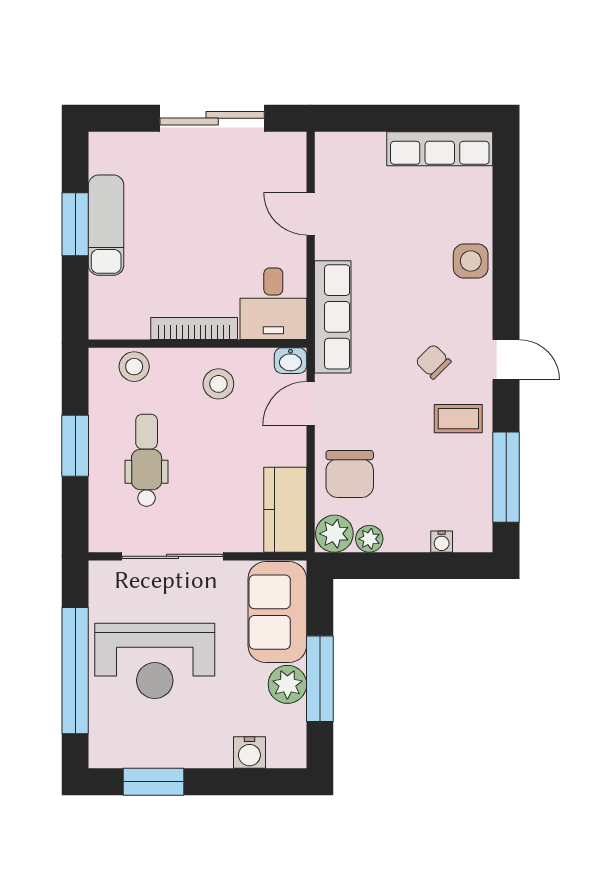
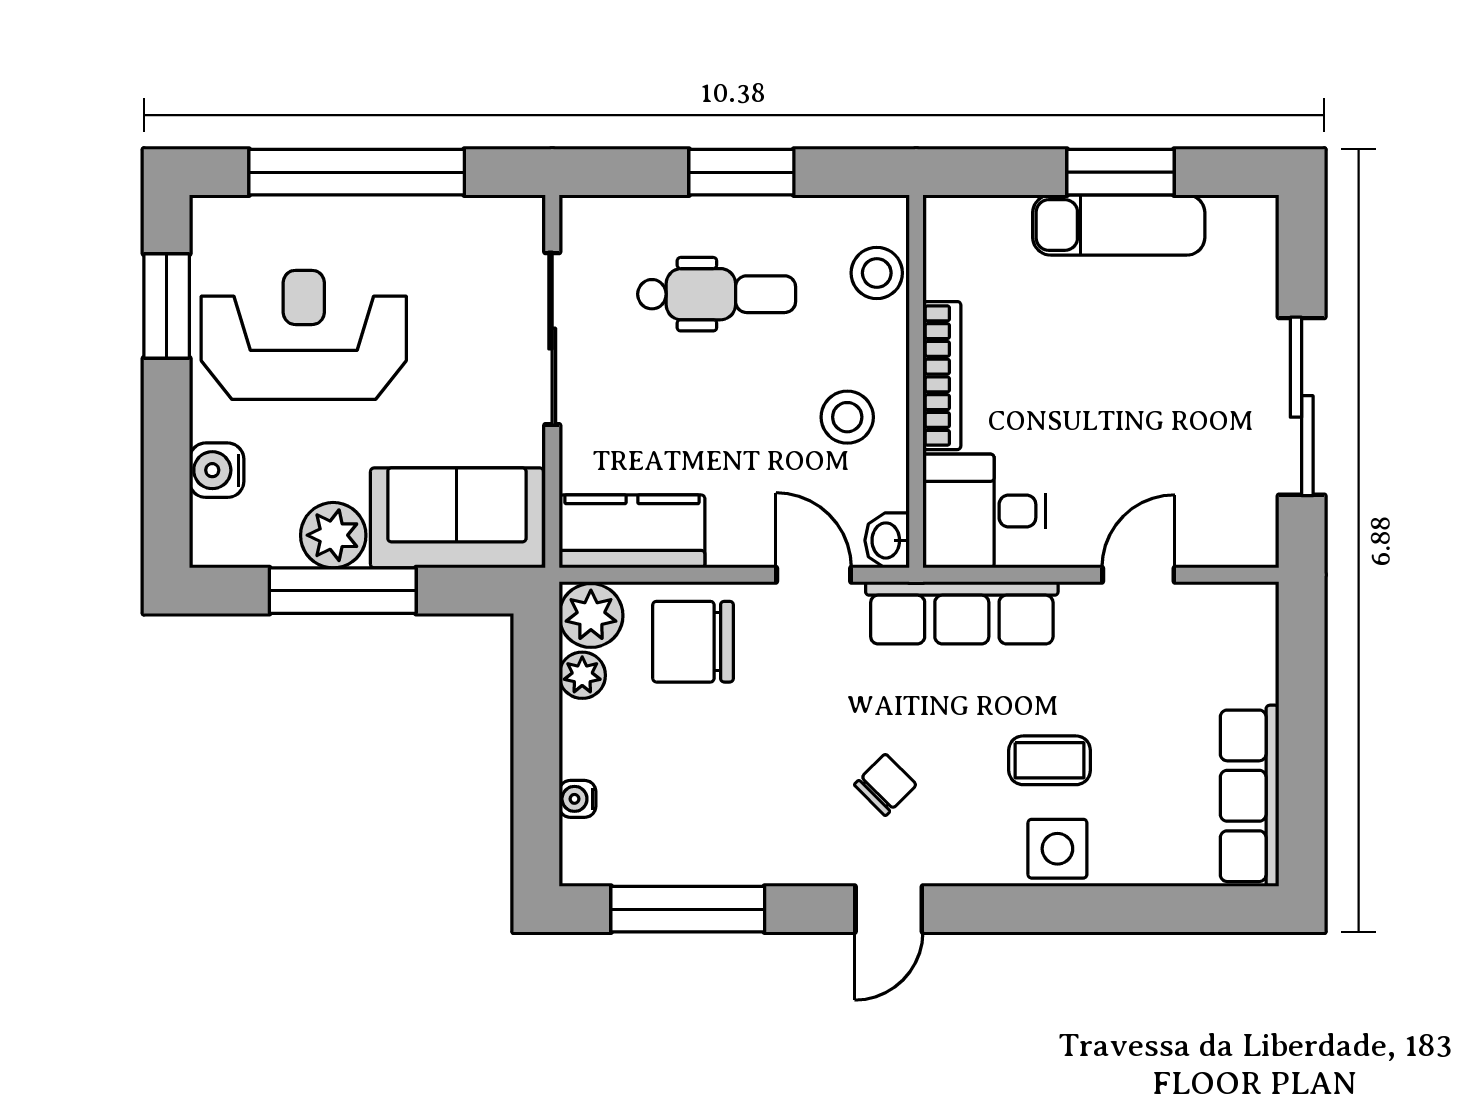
coffee table: (458, 419) -> (1050, 760), moved, turned 90
reception desk: (155, 661) -> (304, 335), moved, turned 90

